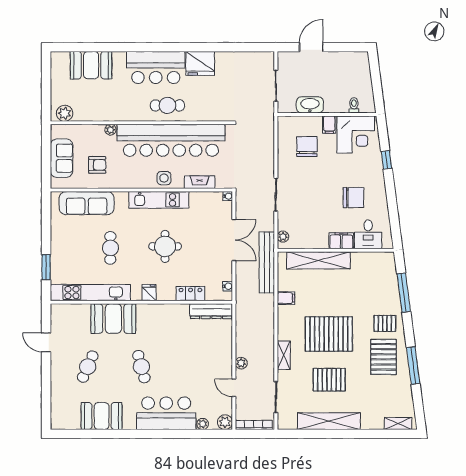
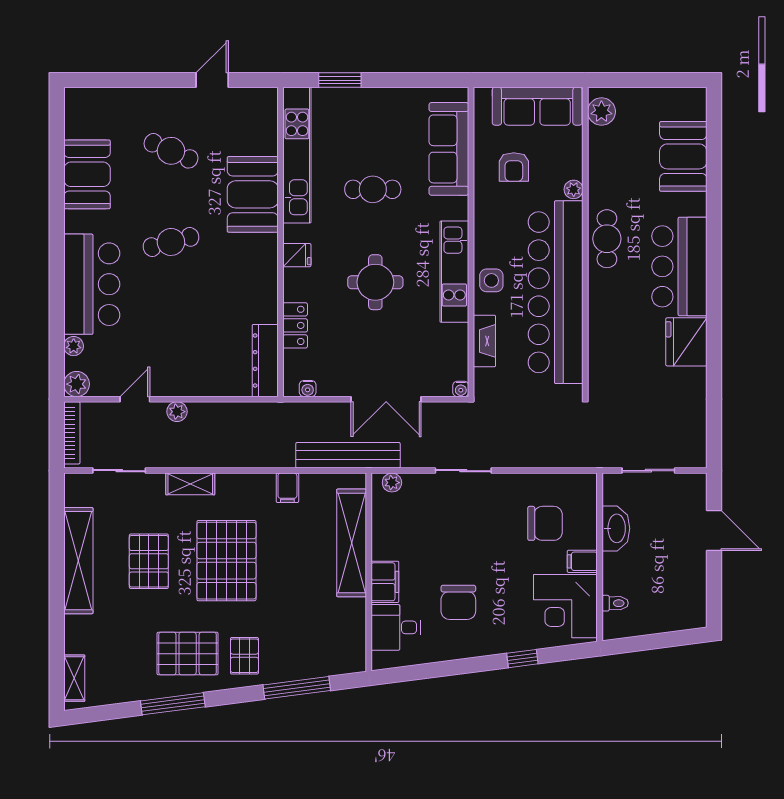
cafe table: (167, 105) -> (607, 239), moved
sofa: (62, 158) -> (537, 106), width x1.36

